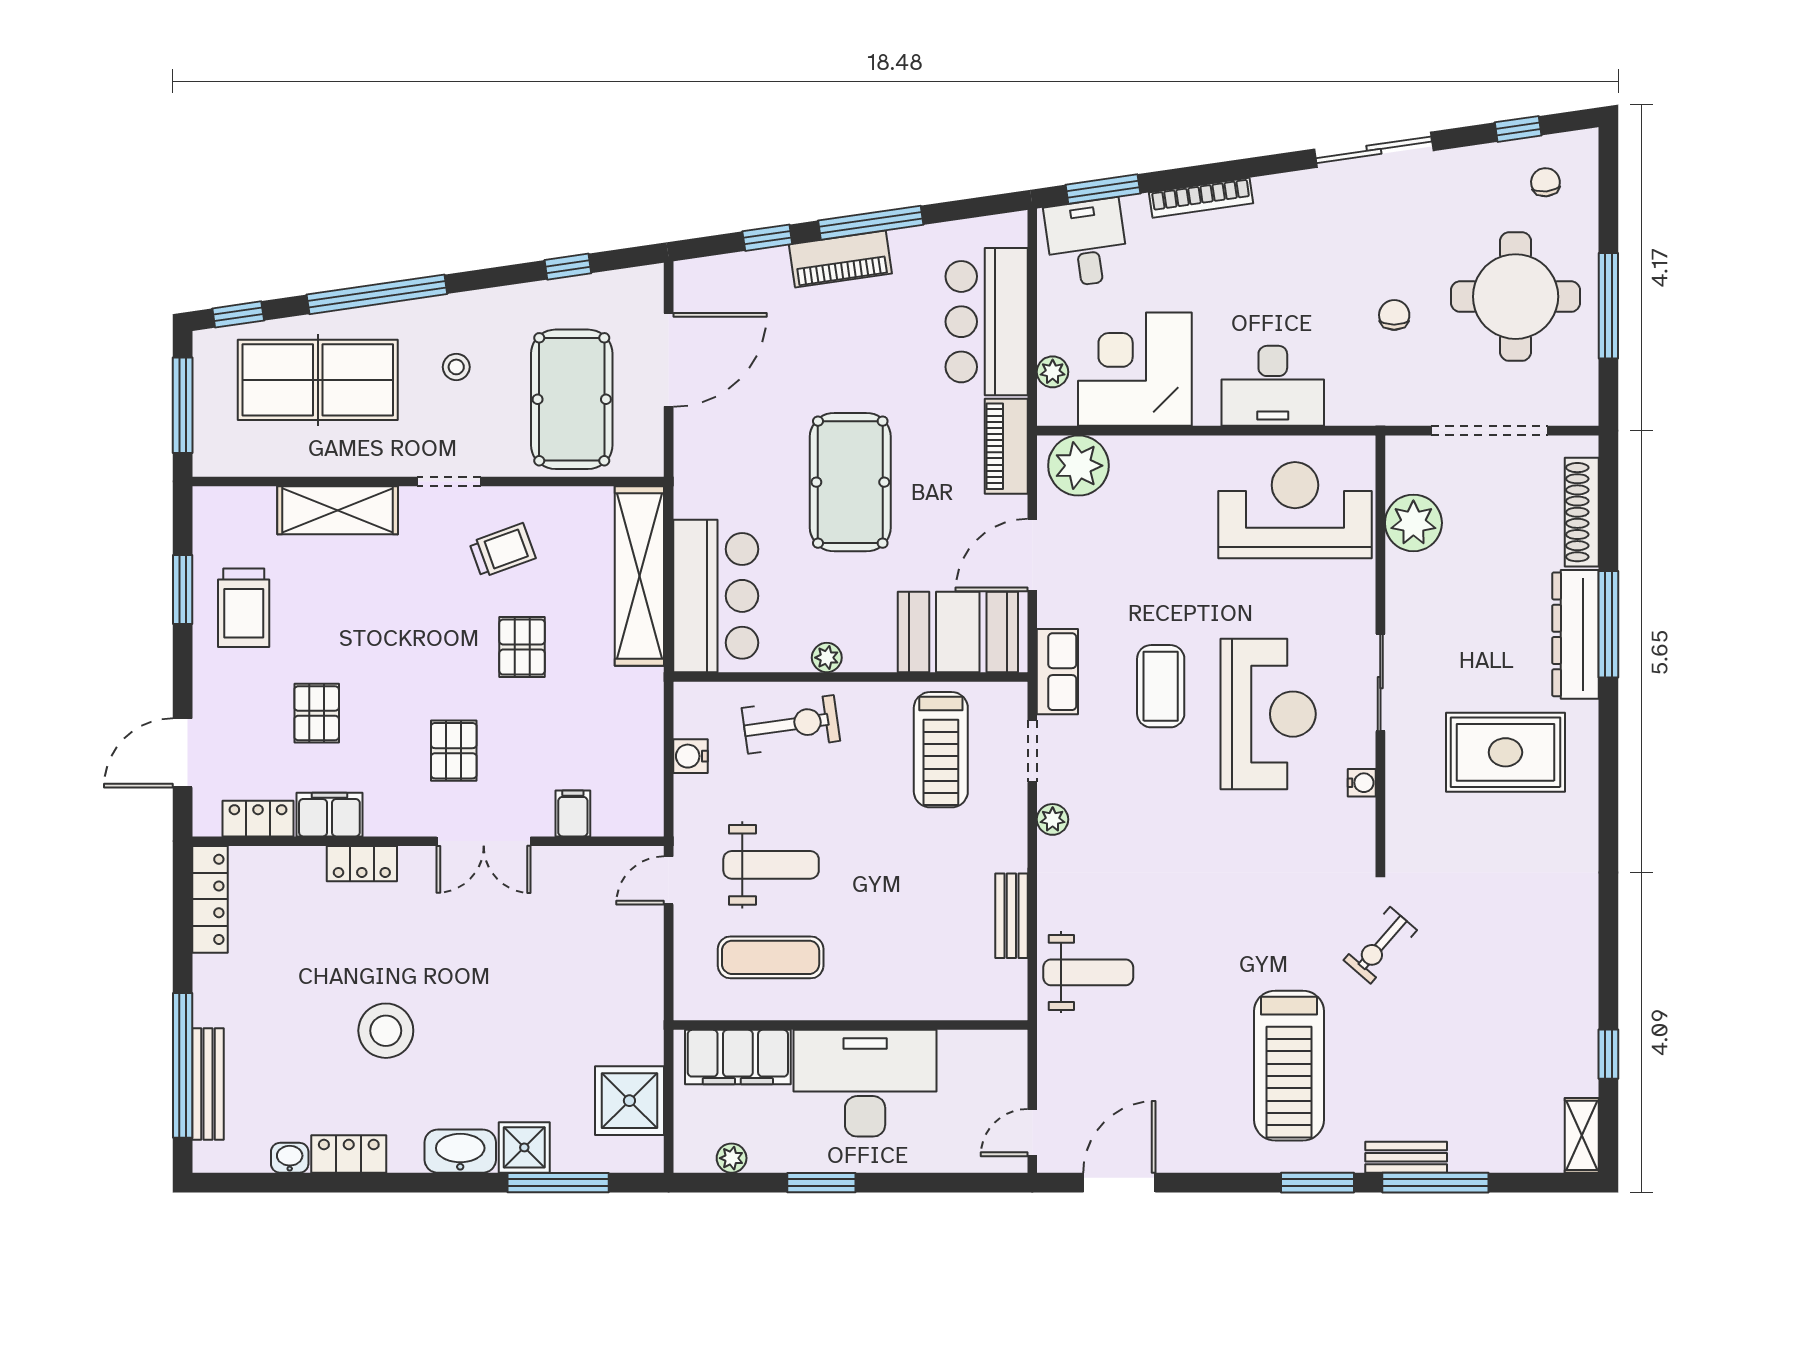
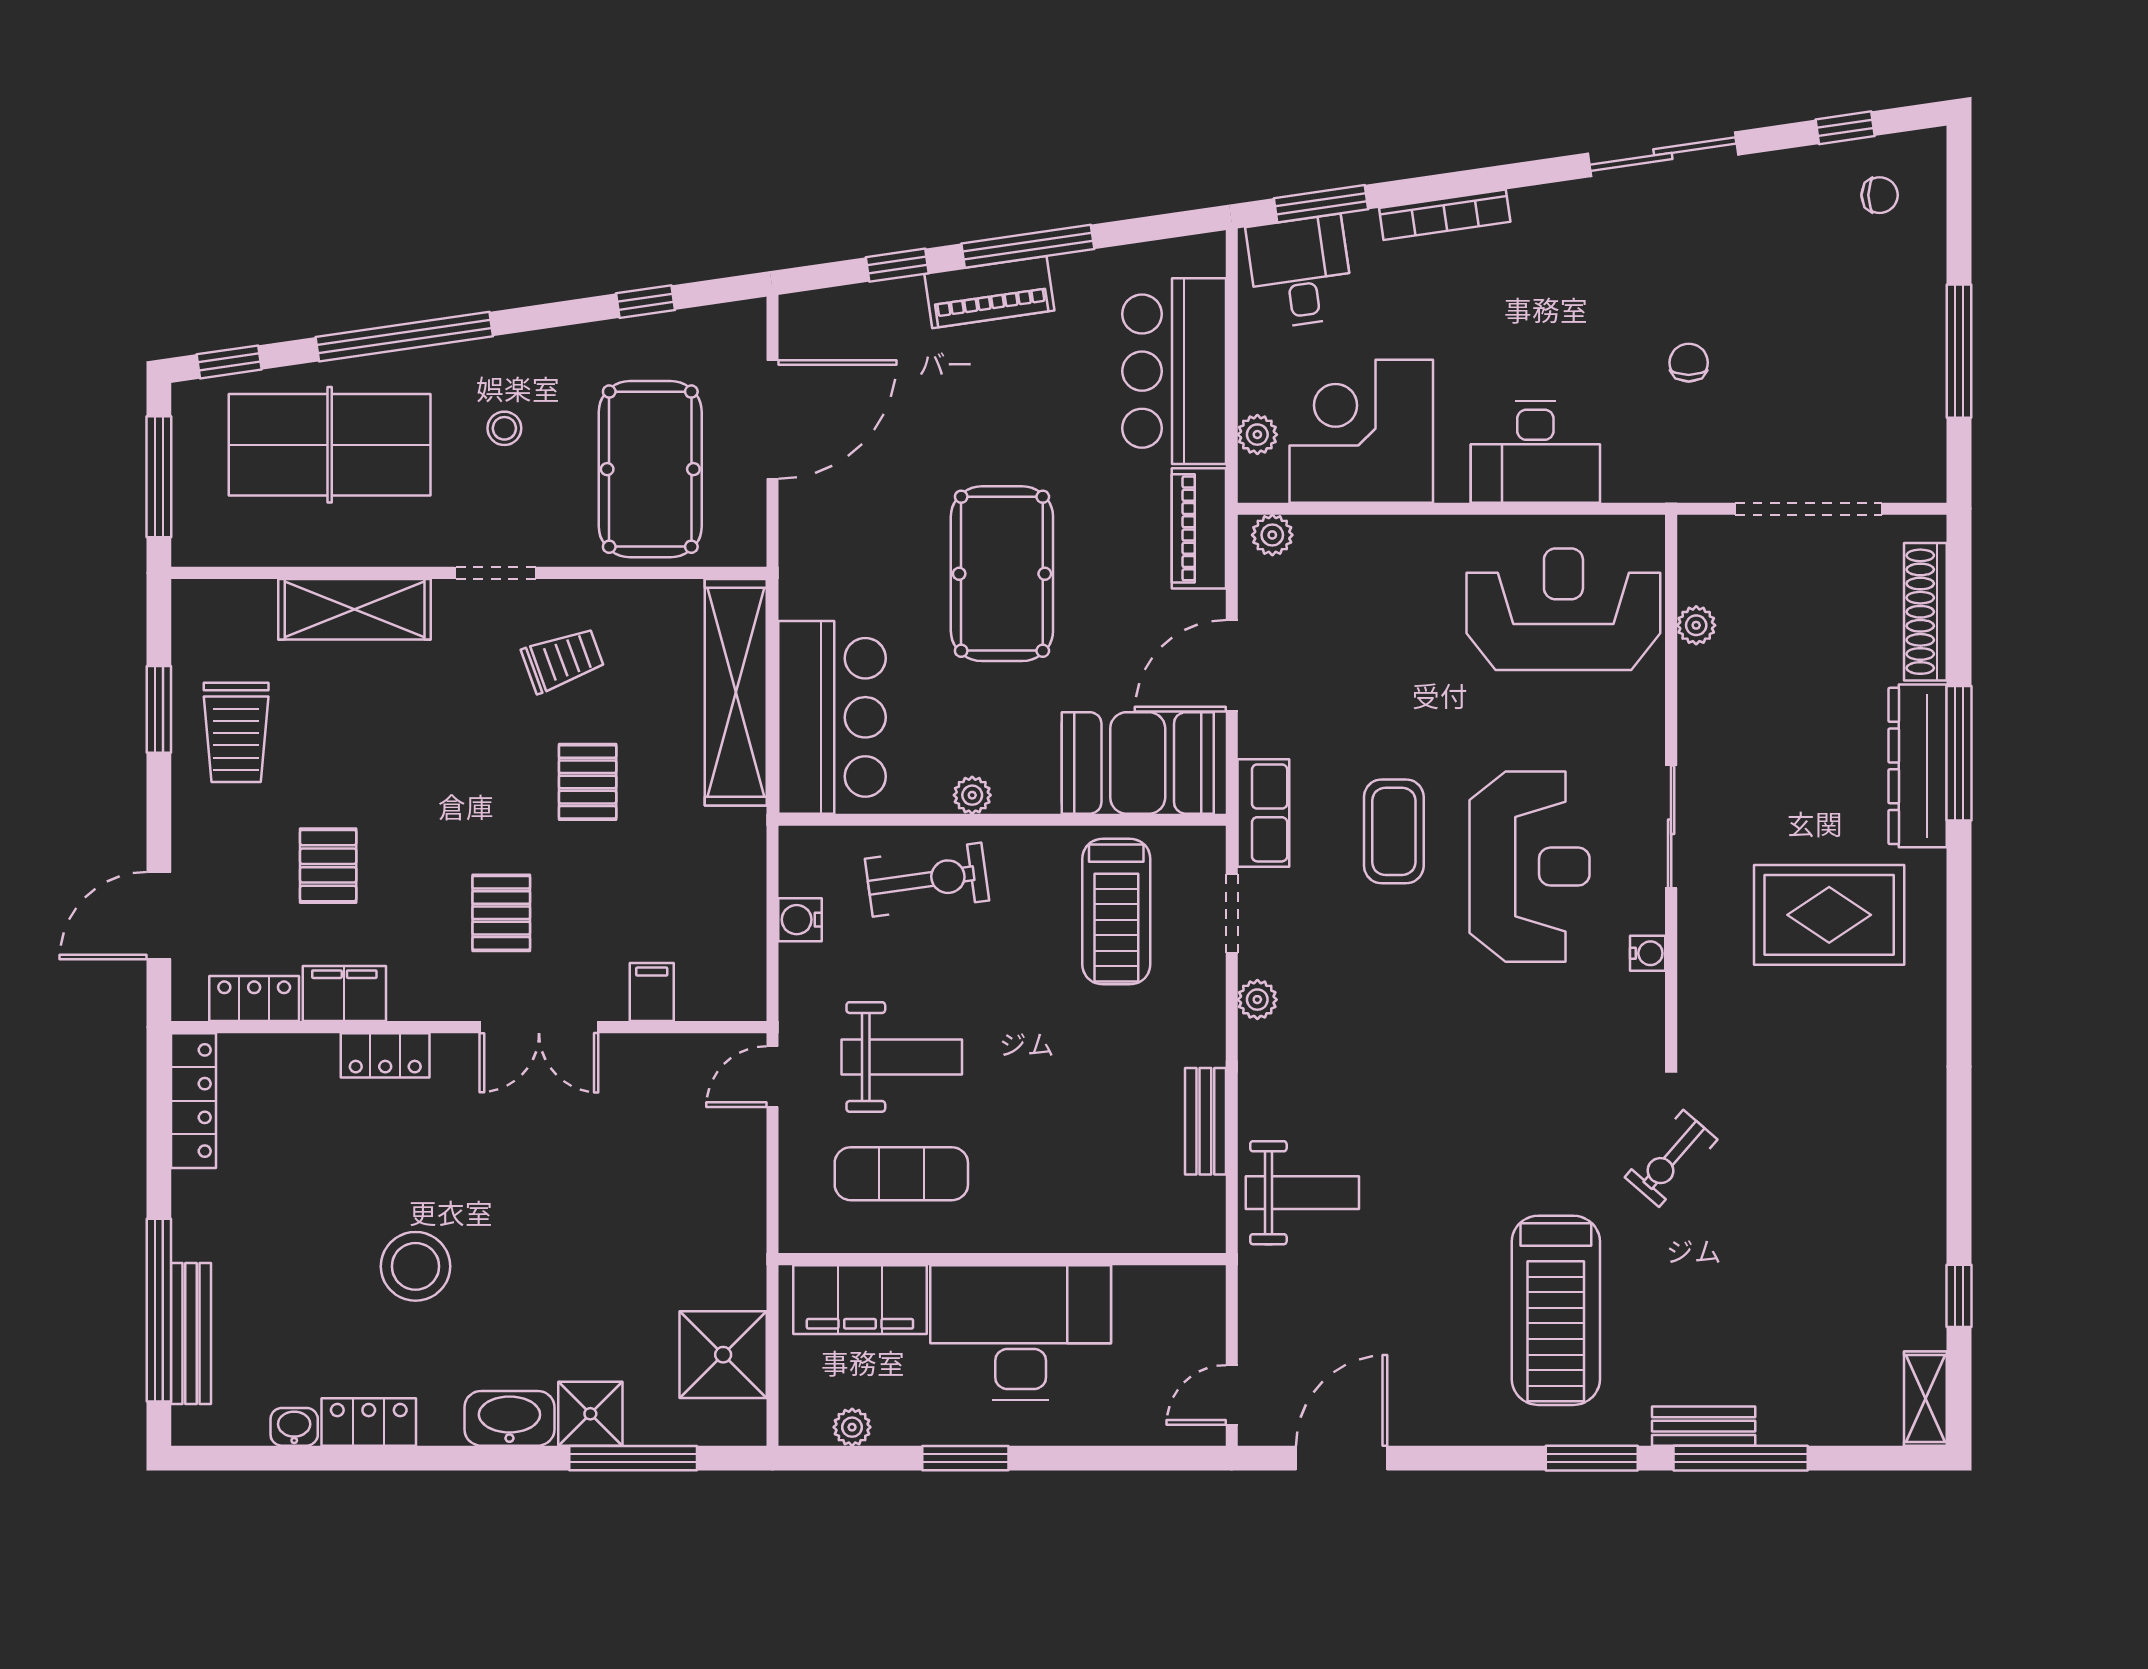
chair: (1545, 182) -> (1880, 195), turned 96
round table: (1516, 297) -> (1842, 339), removed
plant: (1078, 466) -> (1272, 535), width x0.53, depth x0.53
plant: (1413, 523) -> (1696, 625), width x0.53, depth x0.53

